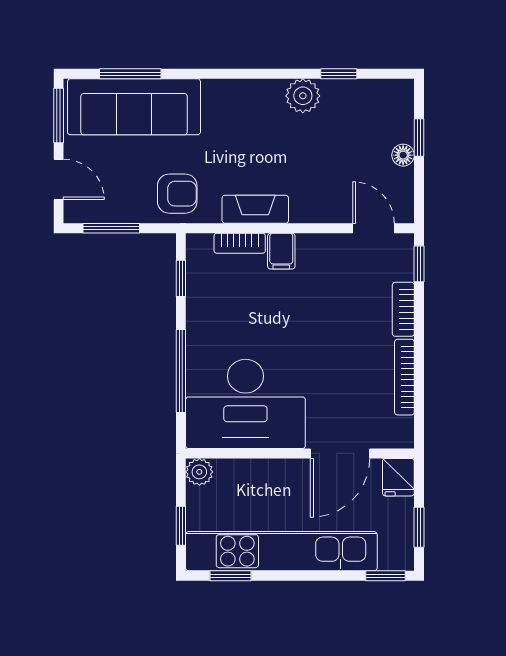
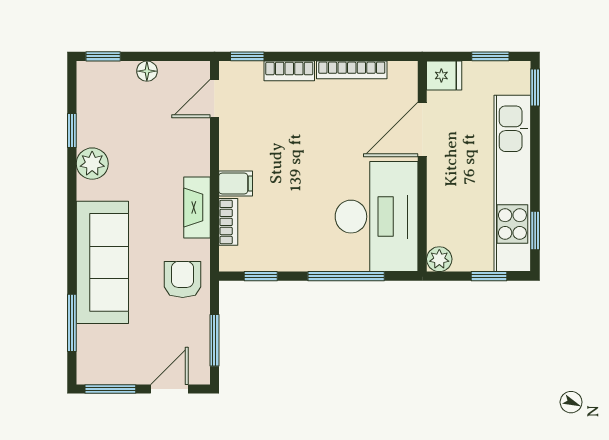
sofa: (134, 107) -> (102, 262), moved
window: (419, 137) -> (103, 56), moved
door: (340, 453) -> (422, 129), swing flipped

